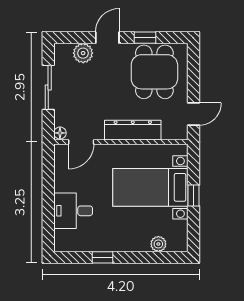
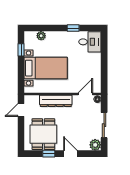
door: (107, 38) -> (70, 154), swing flipped
plant: (83, 53) -> (95, 145), moved
window: (194, 195) -> (21, 50), moved
desk: (73, 211) -> (90, 42), moved

